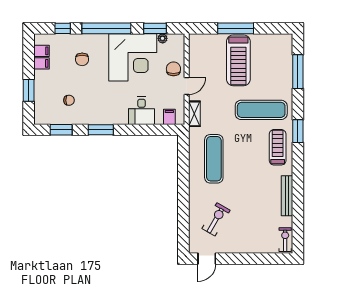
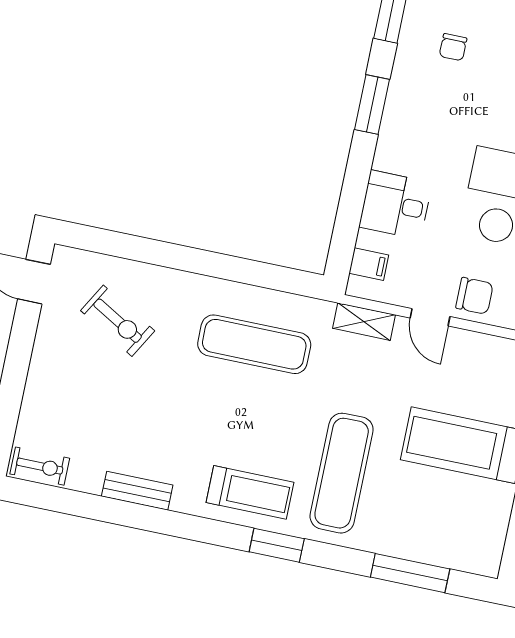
bench: (287, 196) -> (137, 491), width x0.73

